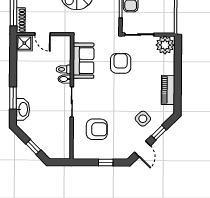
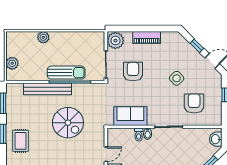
armchair: (121, 63) -> (133, 72), moved, turned 90
piano: (168, 90) -> (147, 38), moved
side table: (143, 119) -> (177, 78), moved
washbasin: (58, 152) -> (216, 139), added

